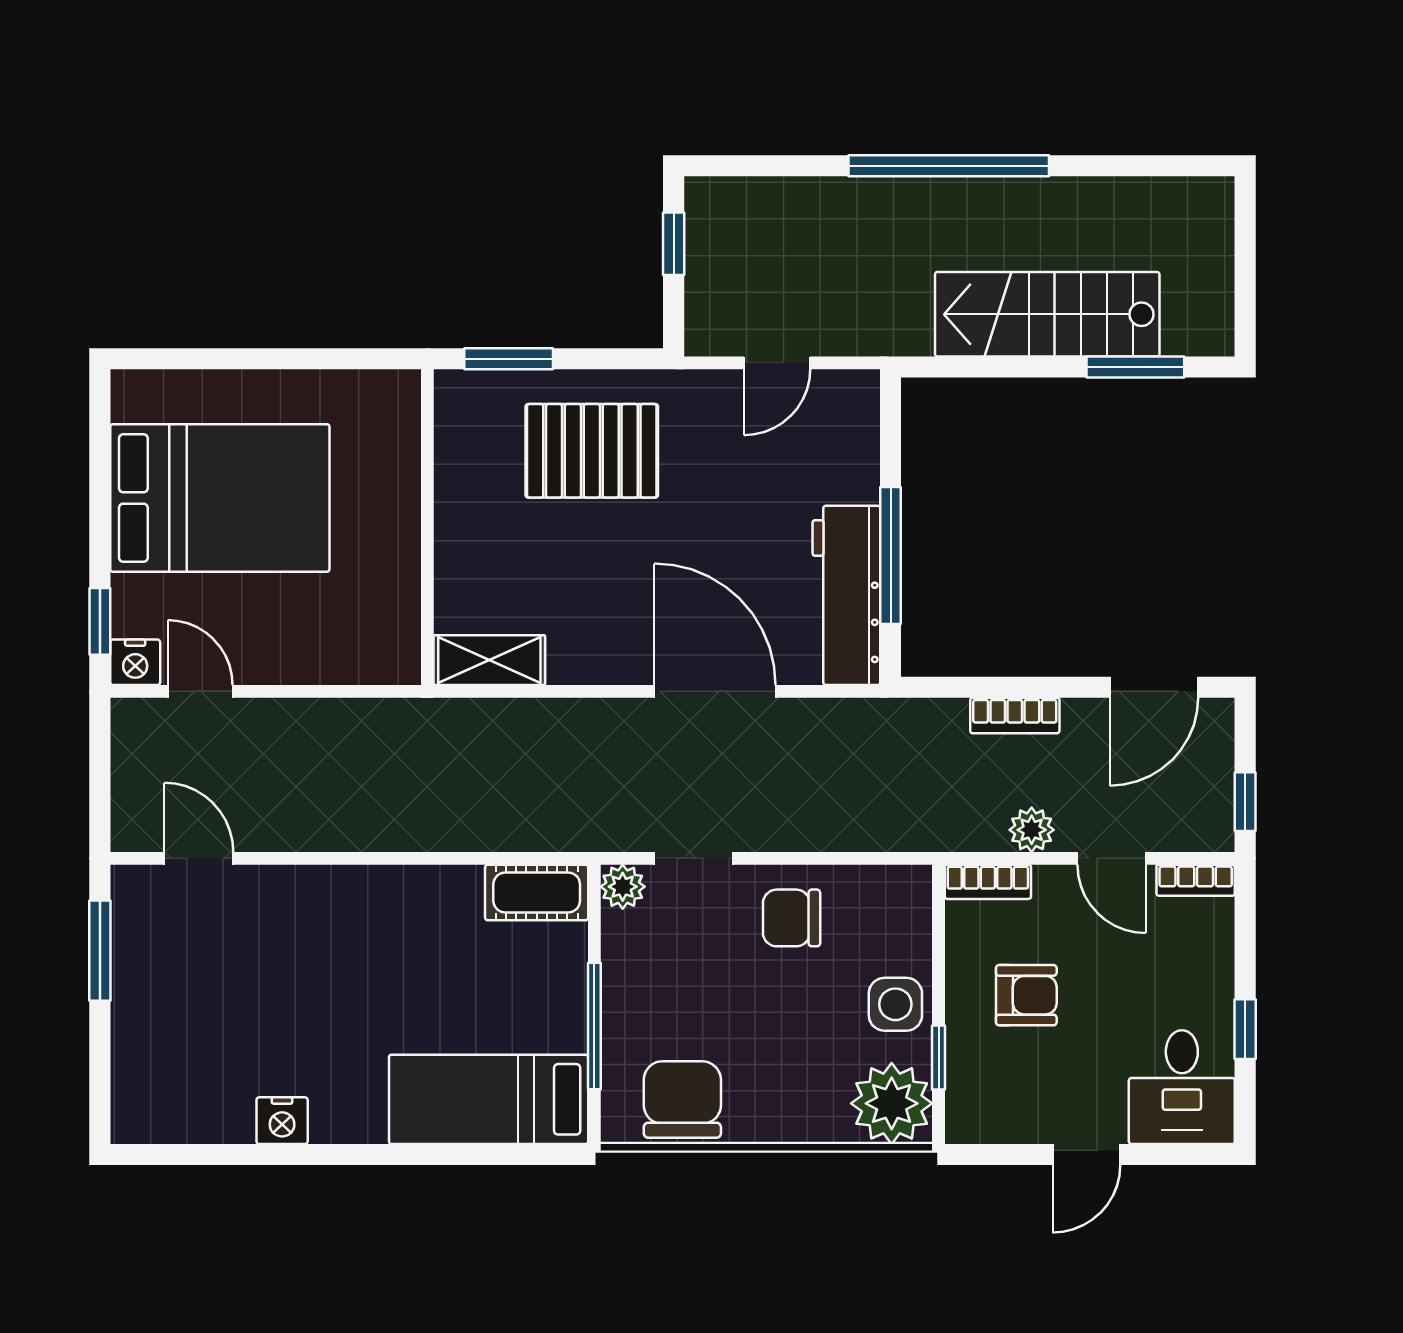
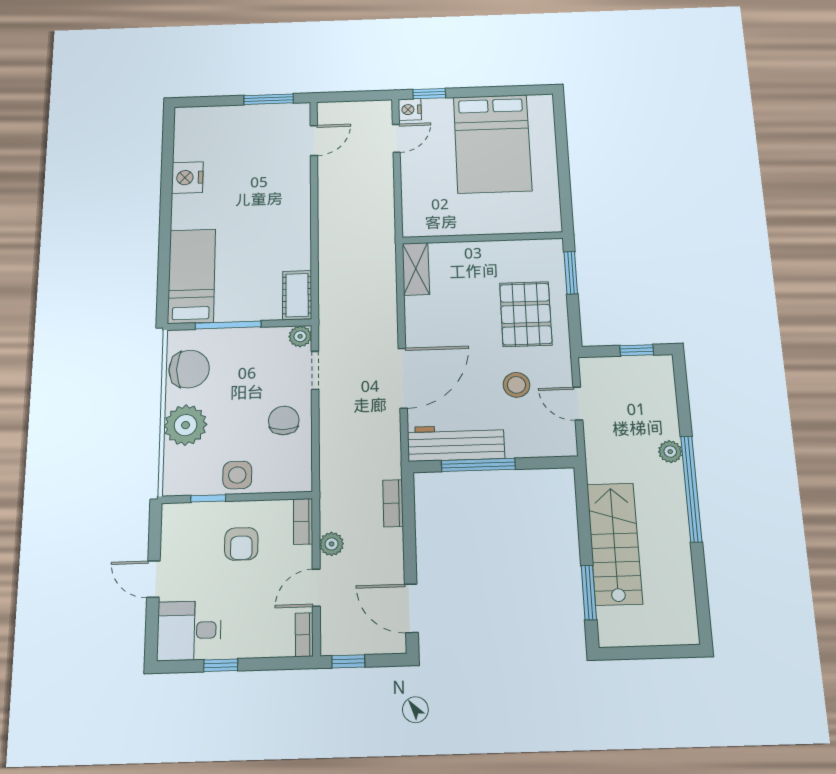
plant: (877, 198) -> (670, 452), added
stool: (736, 476) -> (516, 385), added
bookcase: (1015, 715) -> (393, 503), moved
plant: (892, 1103) -> (186, 425), moved
nightstand: (282, 1121) -> (187, 178), width x1.36, depth x1.33

